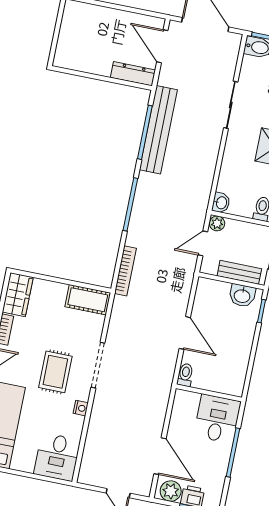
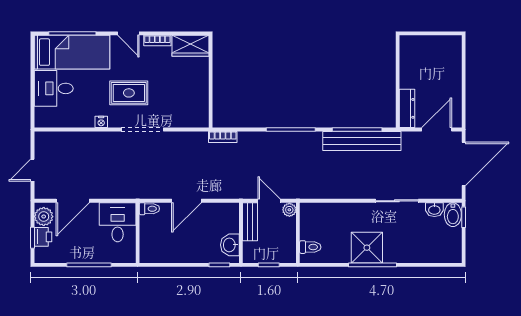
washbasin: (221, 203) -> (434, 210), moved
bookcase: (125, 271) -> (223, 137), width x0.64
bench: (239, 272) -> (250, 222), moved
cot: (88, 300) -> (198, 109), removed
desk: (217, 419) -> (118, 222), moved, turned -90
desk: (57, 457) -> (54, 88), moved

